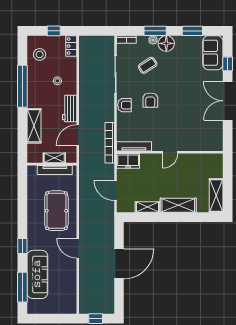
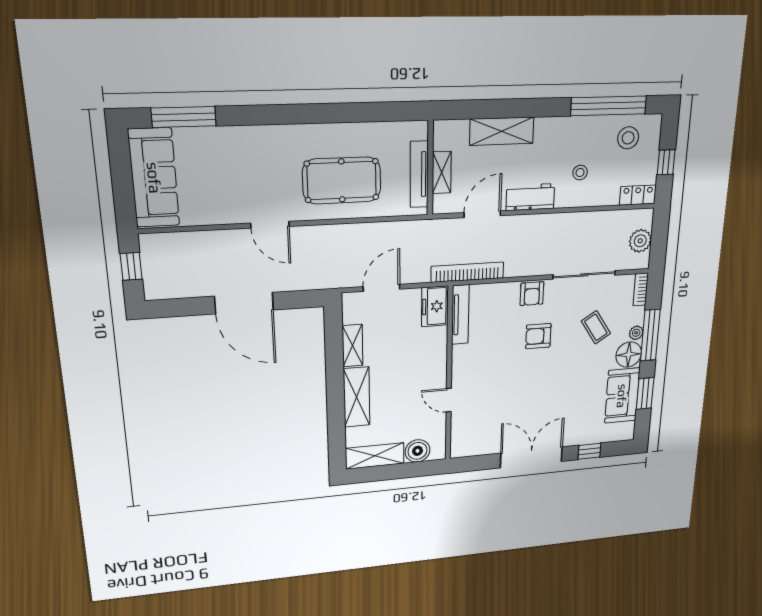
window: (155, 31) -> (650, 335), width x1.44
plant: (98, 42) -> (640, 241), added
sofa: (213, 53) -> (622, 396), moved, turned -90
window: (22, 86) -> (609, 106), moved
door: (78, 135) -> (482, 214), hinge flipped
door: (170, 152) -> (449, 400), moved
boiler: (216, 170) -> (418, 451), added
window: (22, 246) -> (269, 115), removed
door: (78, 248) -> (270, 225), swing flipped
sofa: (37, 274) -> (154, 178), moved, turned -90

